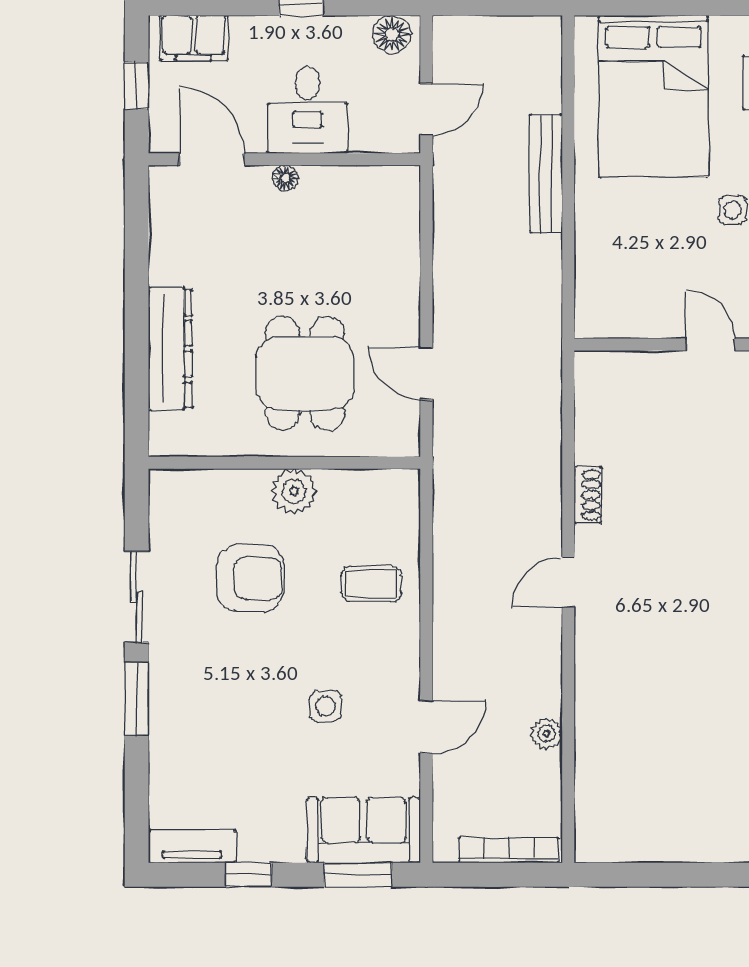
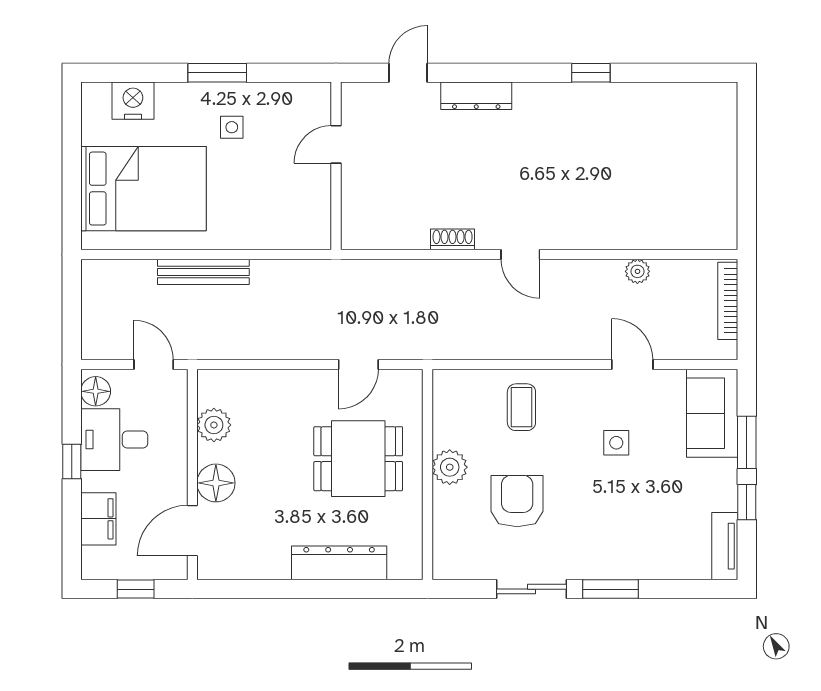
filing cabinet: (194, 38) -> (98, 519), moved
desk: (307, 110) -> (114, 440), moved, turned 180
floor lamp: (285, 178) -> (216, 483), width x1.89, depth x1.89
plant: (348, 187) -> (214, 425), added
window: (358, 875) -> (747, 442), moved

